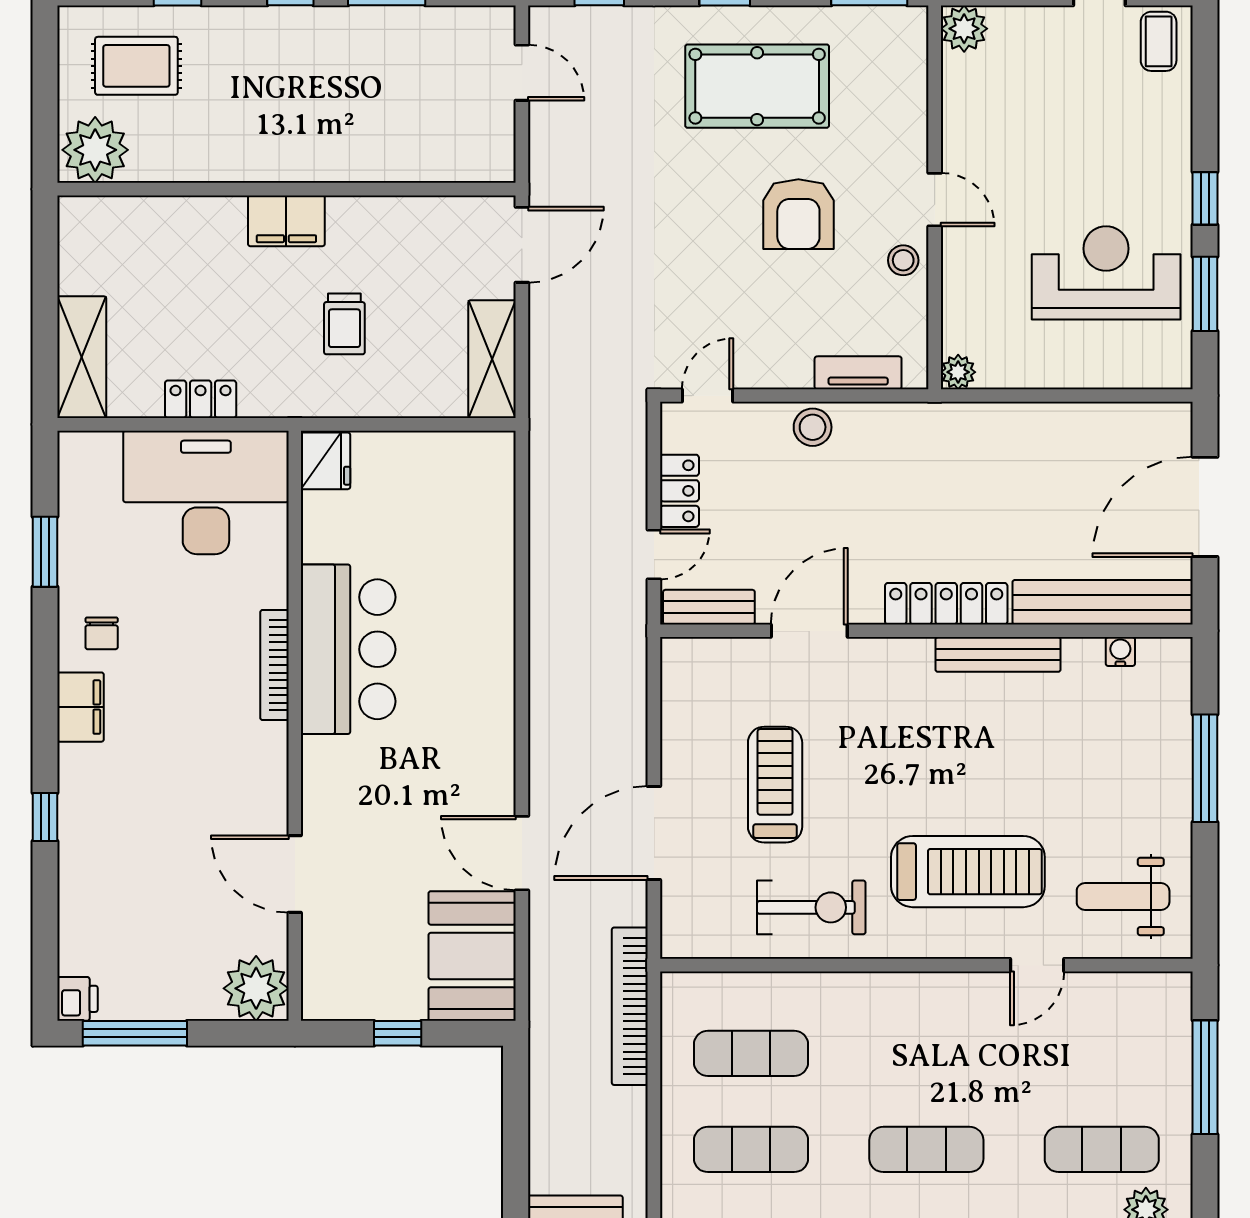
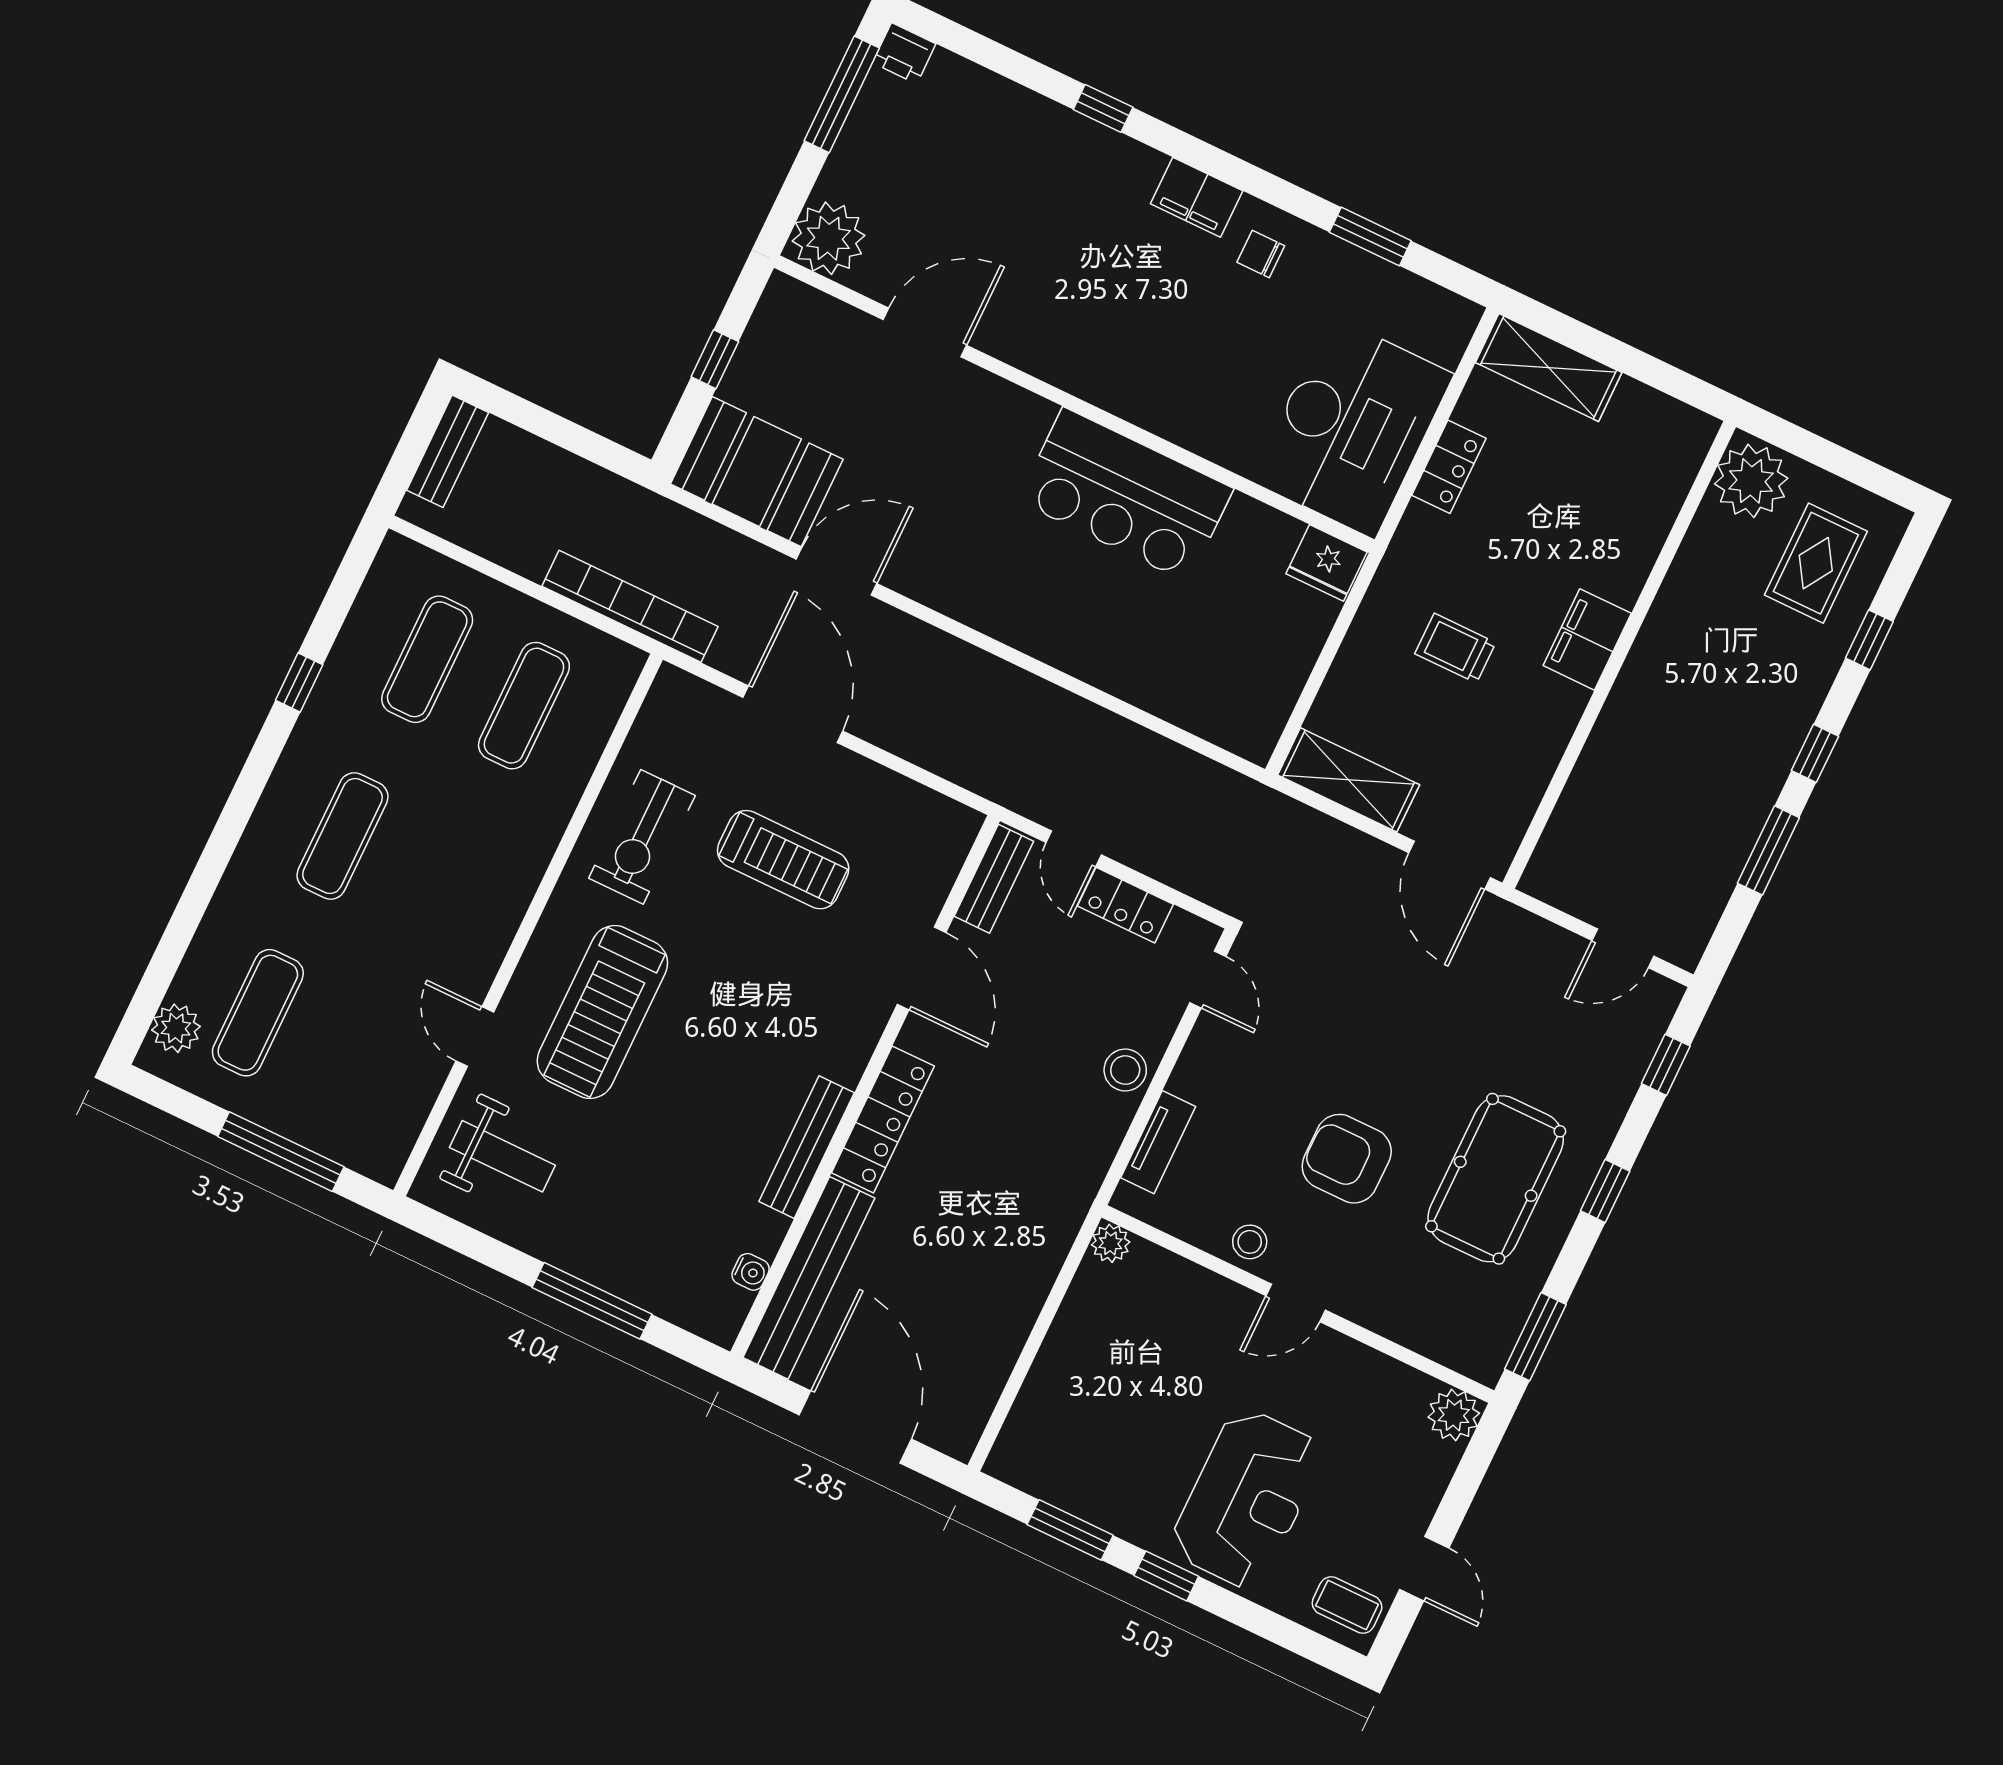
reception desk: (1106, 273) -> (1247, 1499), moved
bookcase: (274, 665) -> (1145, 413), removed
weight bench: (1123, 897) -> (502, 1156), turned 90

